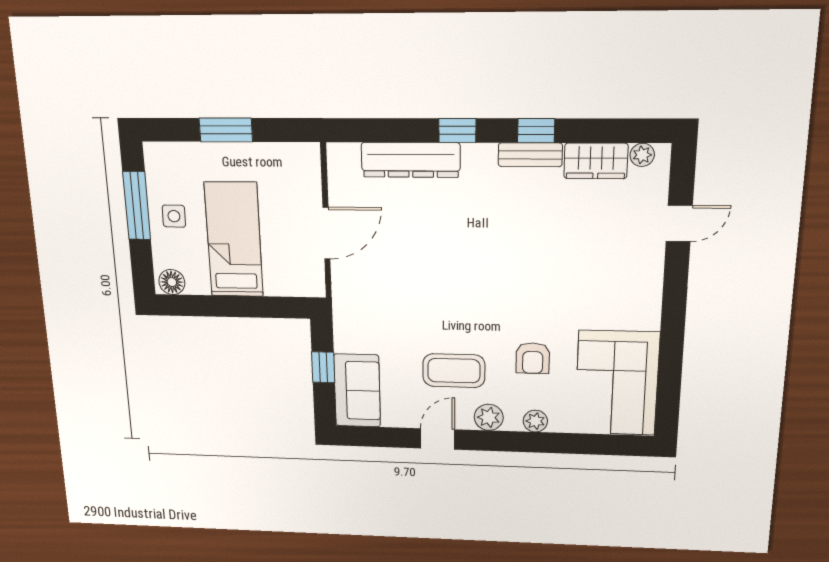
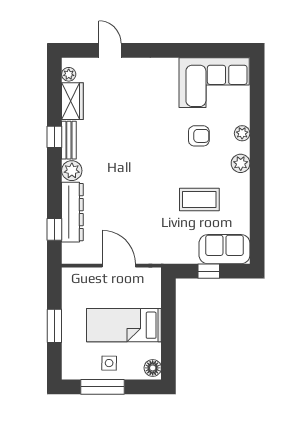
window: (457, 130) -> (54, 229), moved
plant: (479, 159) -> (72, 171), added
coffee table: (454, 371) -> (199, 199), moved, turned 90
door: (438, 439) -> (257, 197), removed

